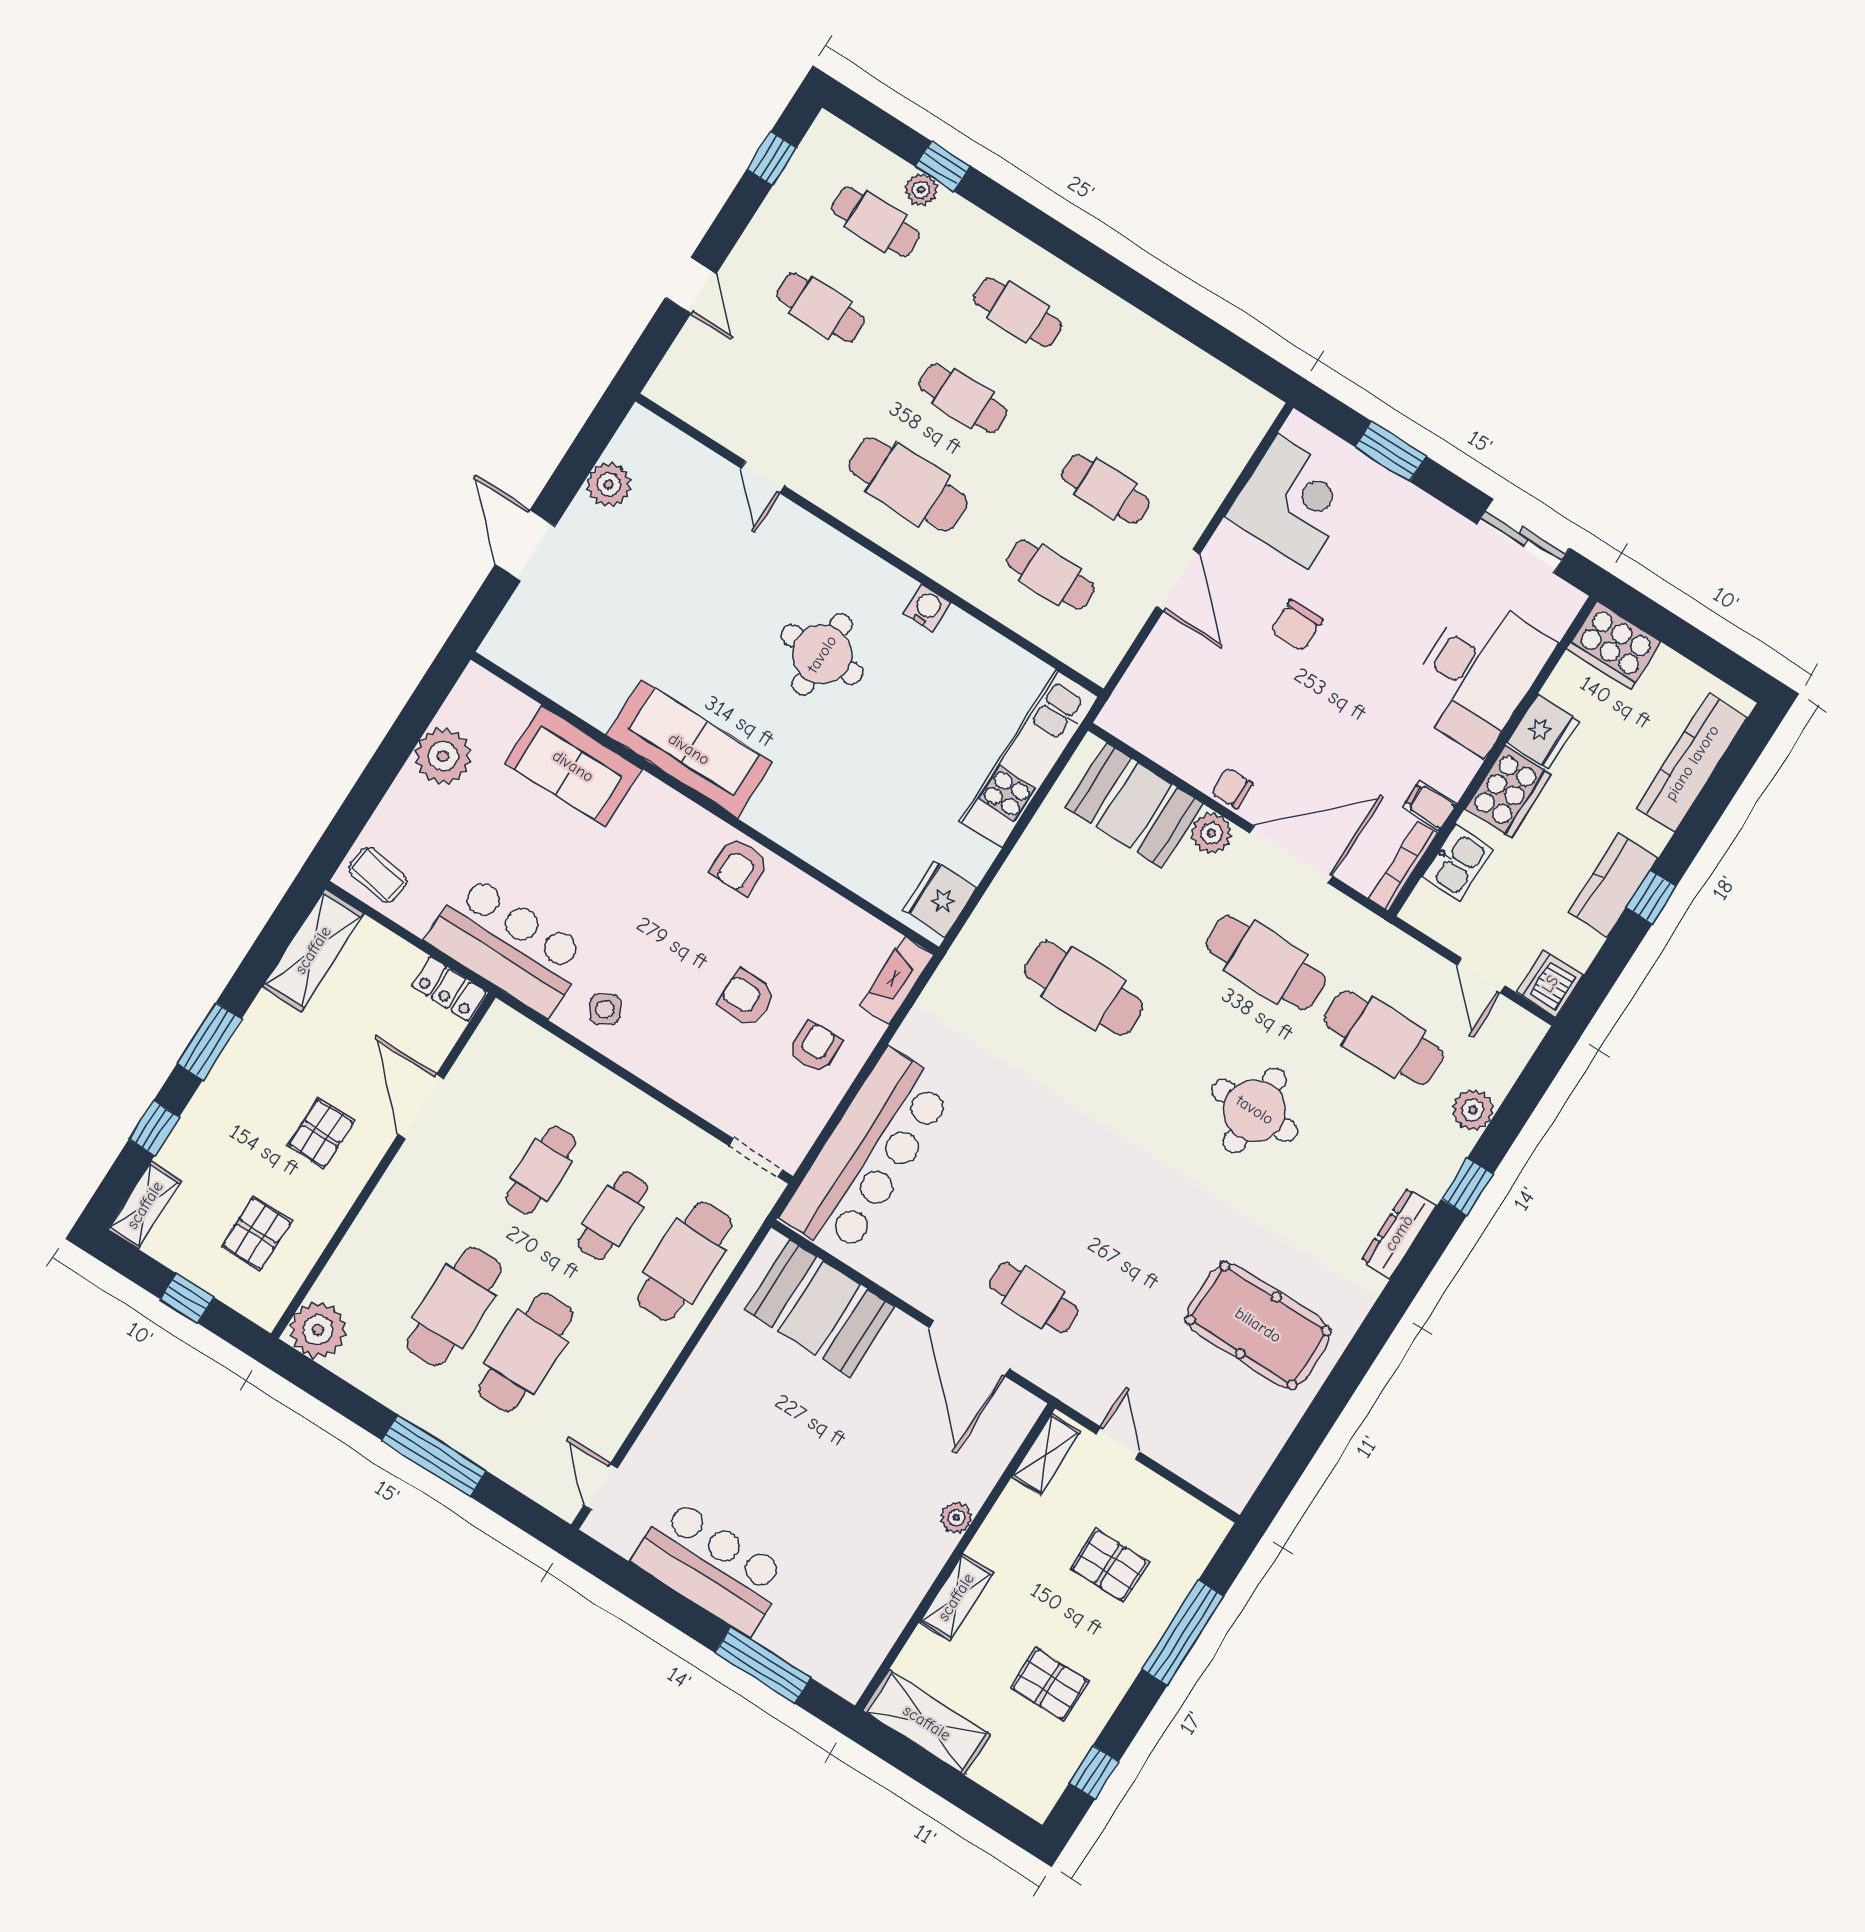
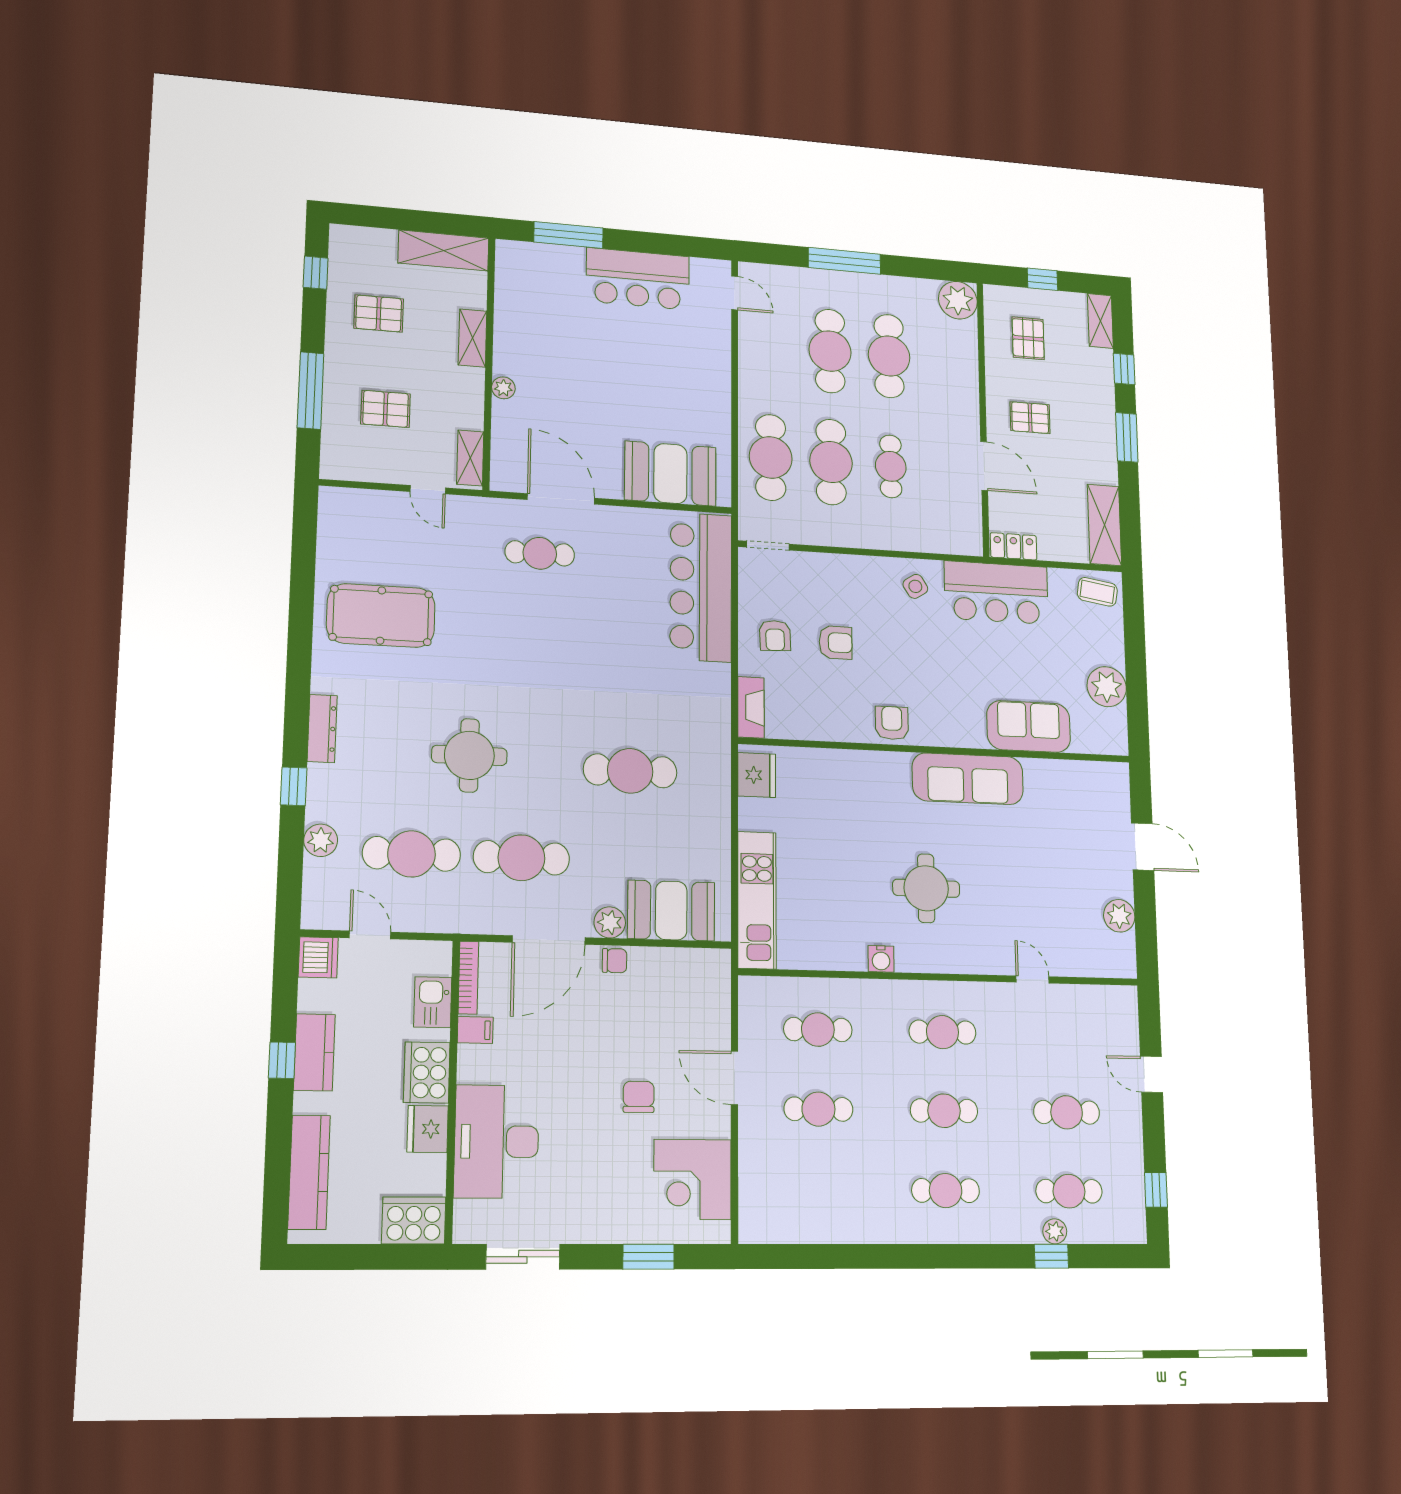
cafe table: (908, 484) -> (942, 1032), width x0.73, depth x0.74
pallet: (321, 1134) -> (1030, 418), turned 90
cafe table: (613, 1216) -> (831, 462), width x1.37, depth x1.35

